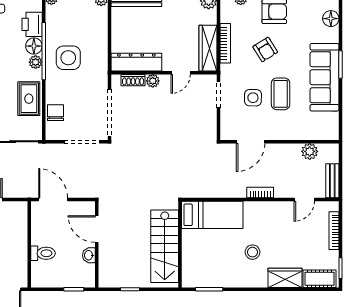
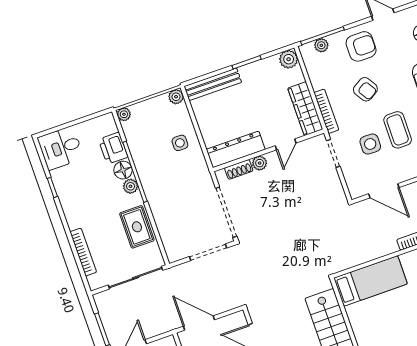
bookcase: (225, 43) -> (326, 111), moved
side table: (68, 58) -> (180, 143), moved, width x0.54, depth x0.54
chair: (56, 113) -> (170, 232), removed
door: (251, 142) -> (384, 191), hinge flipped

